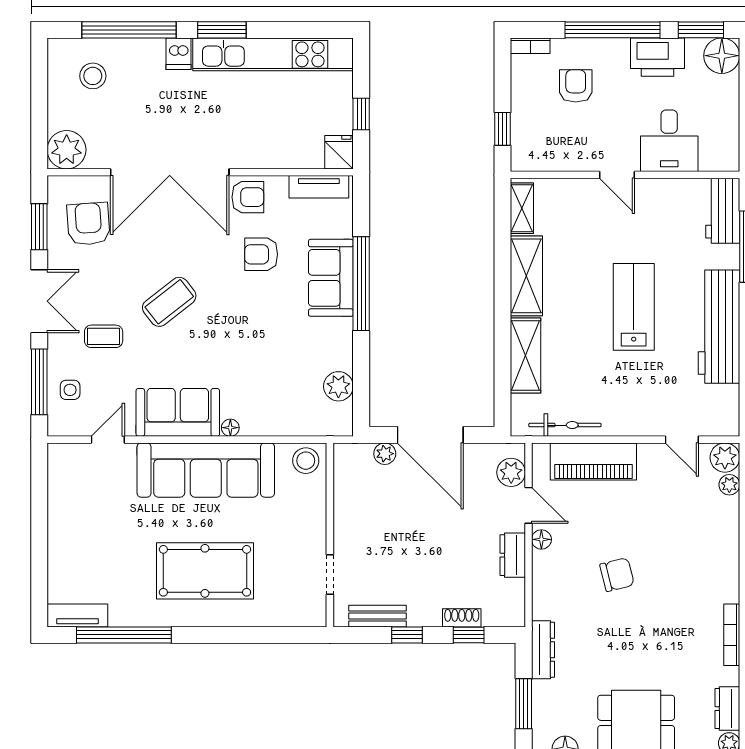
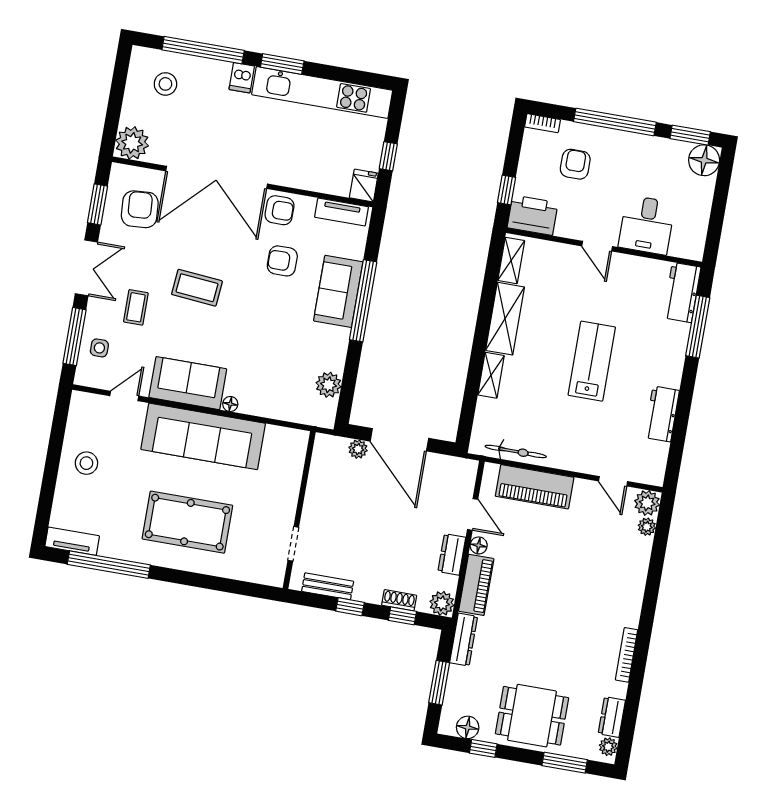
printer: (658, 57) -> (533, 215), moved, turned 180
coffee table: (169, 302) -> (197, 288), turned 43
workbench: (719, 327) -> (662, 414), width x0.53, depth x0.76
coffee table: (104, 336) -> (136, 307), turned 90
shelving: (525, 356) -> (491, 375), width x0.67, depth x0.75
stool: (306, 461) -> (86, 463), moved
plant: (511, 472) -> (442, 603), moved
chair: (617, 575) -> (538, 587), removed
piano: (547, 585) -> (476, 585), added

